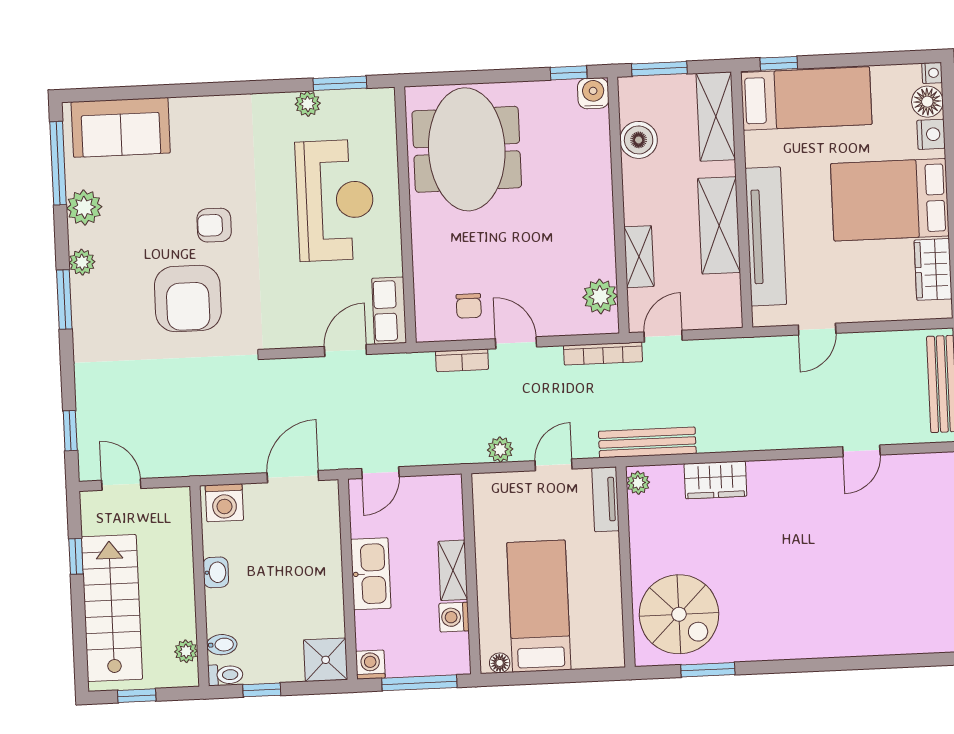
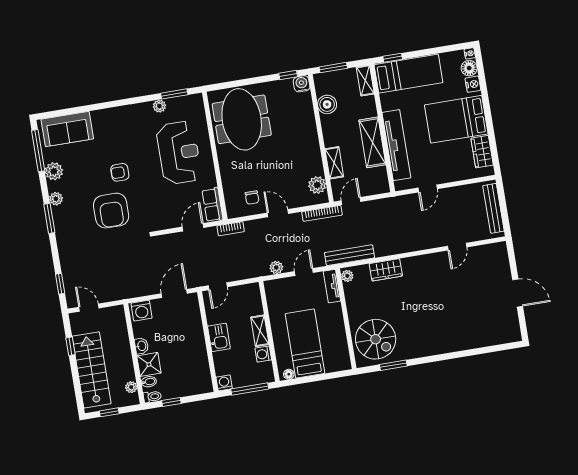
shelving: (716, 116) -> (365, 80), width x0.67, depth x0.75
bookcase: (462, 360) -> (231, 229), moved
kitchen sink: (371, 574) -> (219, 337), width x0.73
shower: (326, 660) -> (149, 364), moved

